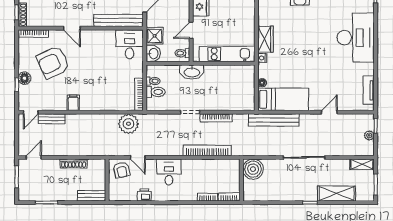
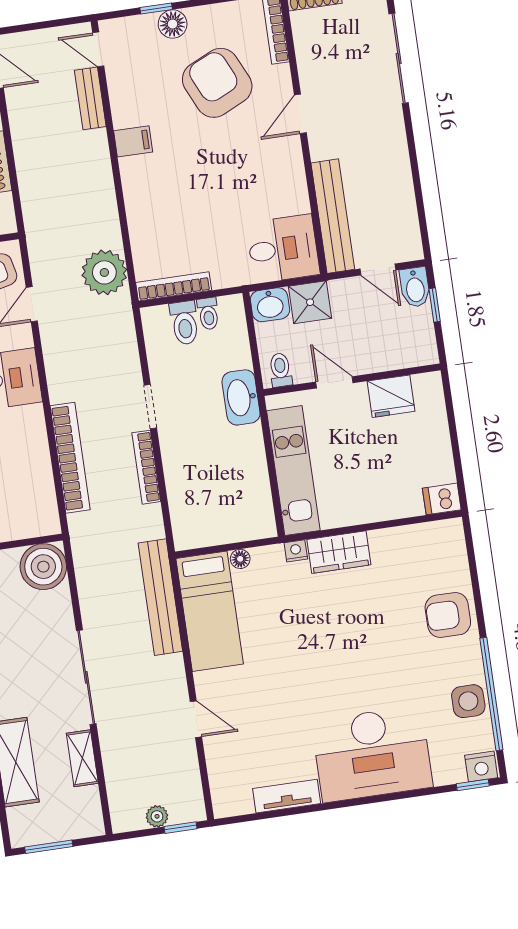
tv unit: (369, 90) -> (287, 796), moved
shelving: (362, 164) -> (82, 758), moved

